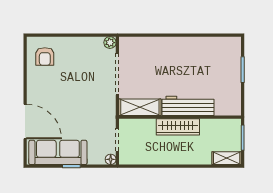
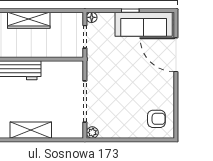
armchair: (45, 56) -> (156, 119), turned 90
shelving: (140, 107) -> (31, 130), moved
wardrobe: (178, 127) -> (29, 20), moved, turned 180

